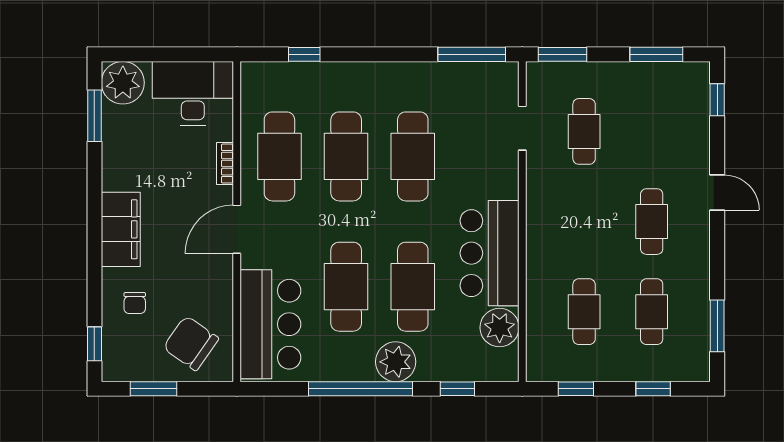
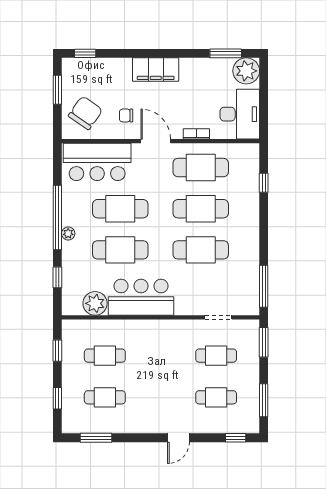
cafe table: (652, 222) -> (216, 397), moved
chair: (135, 303) -> (126, 115), moved
plant: (396, 362) -> (68, 233), width x0.53, depth x0.53

